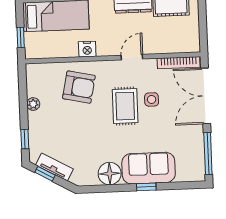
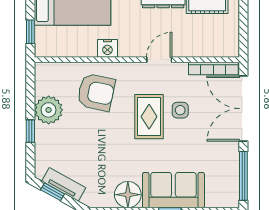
plant: (33, 104) -> (49, 110), width x1.87, depth x1.87
window: (25, 139) -> (30, 131), moved

